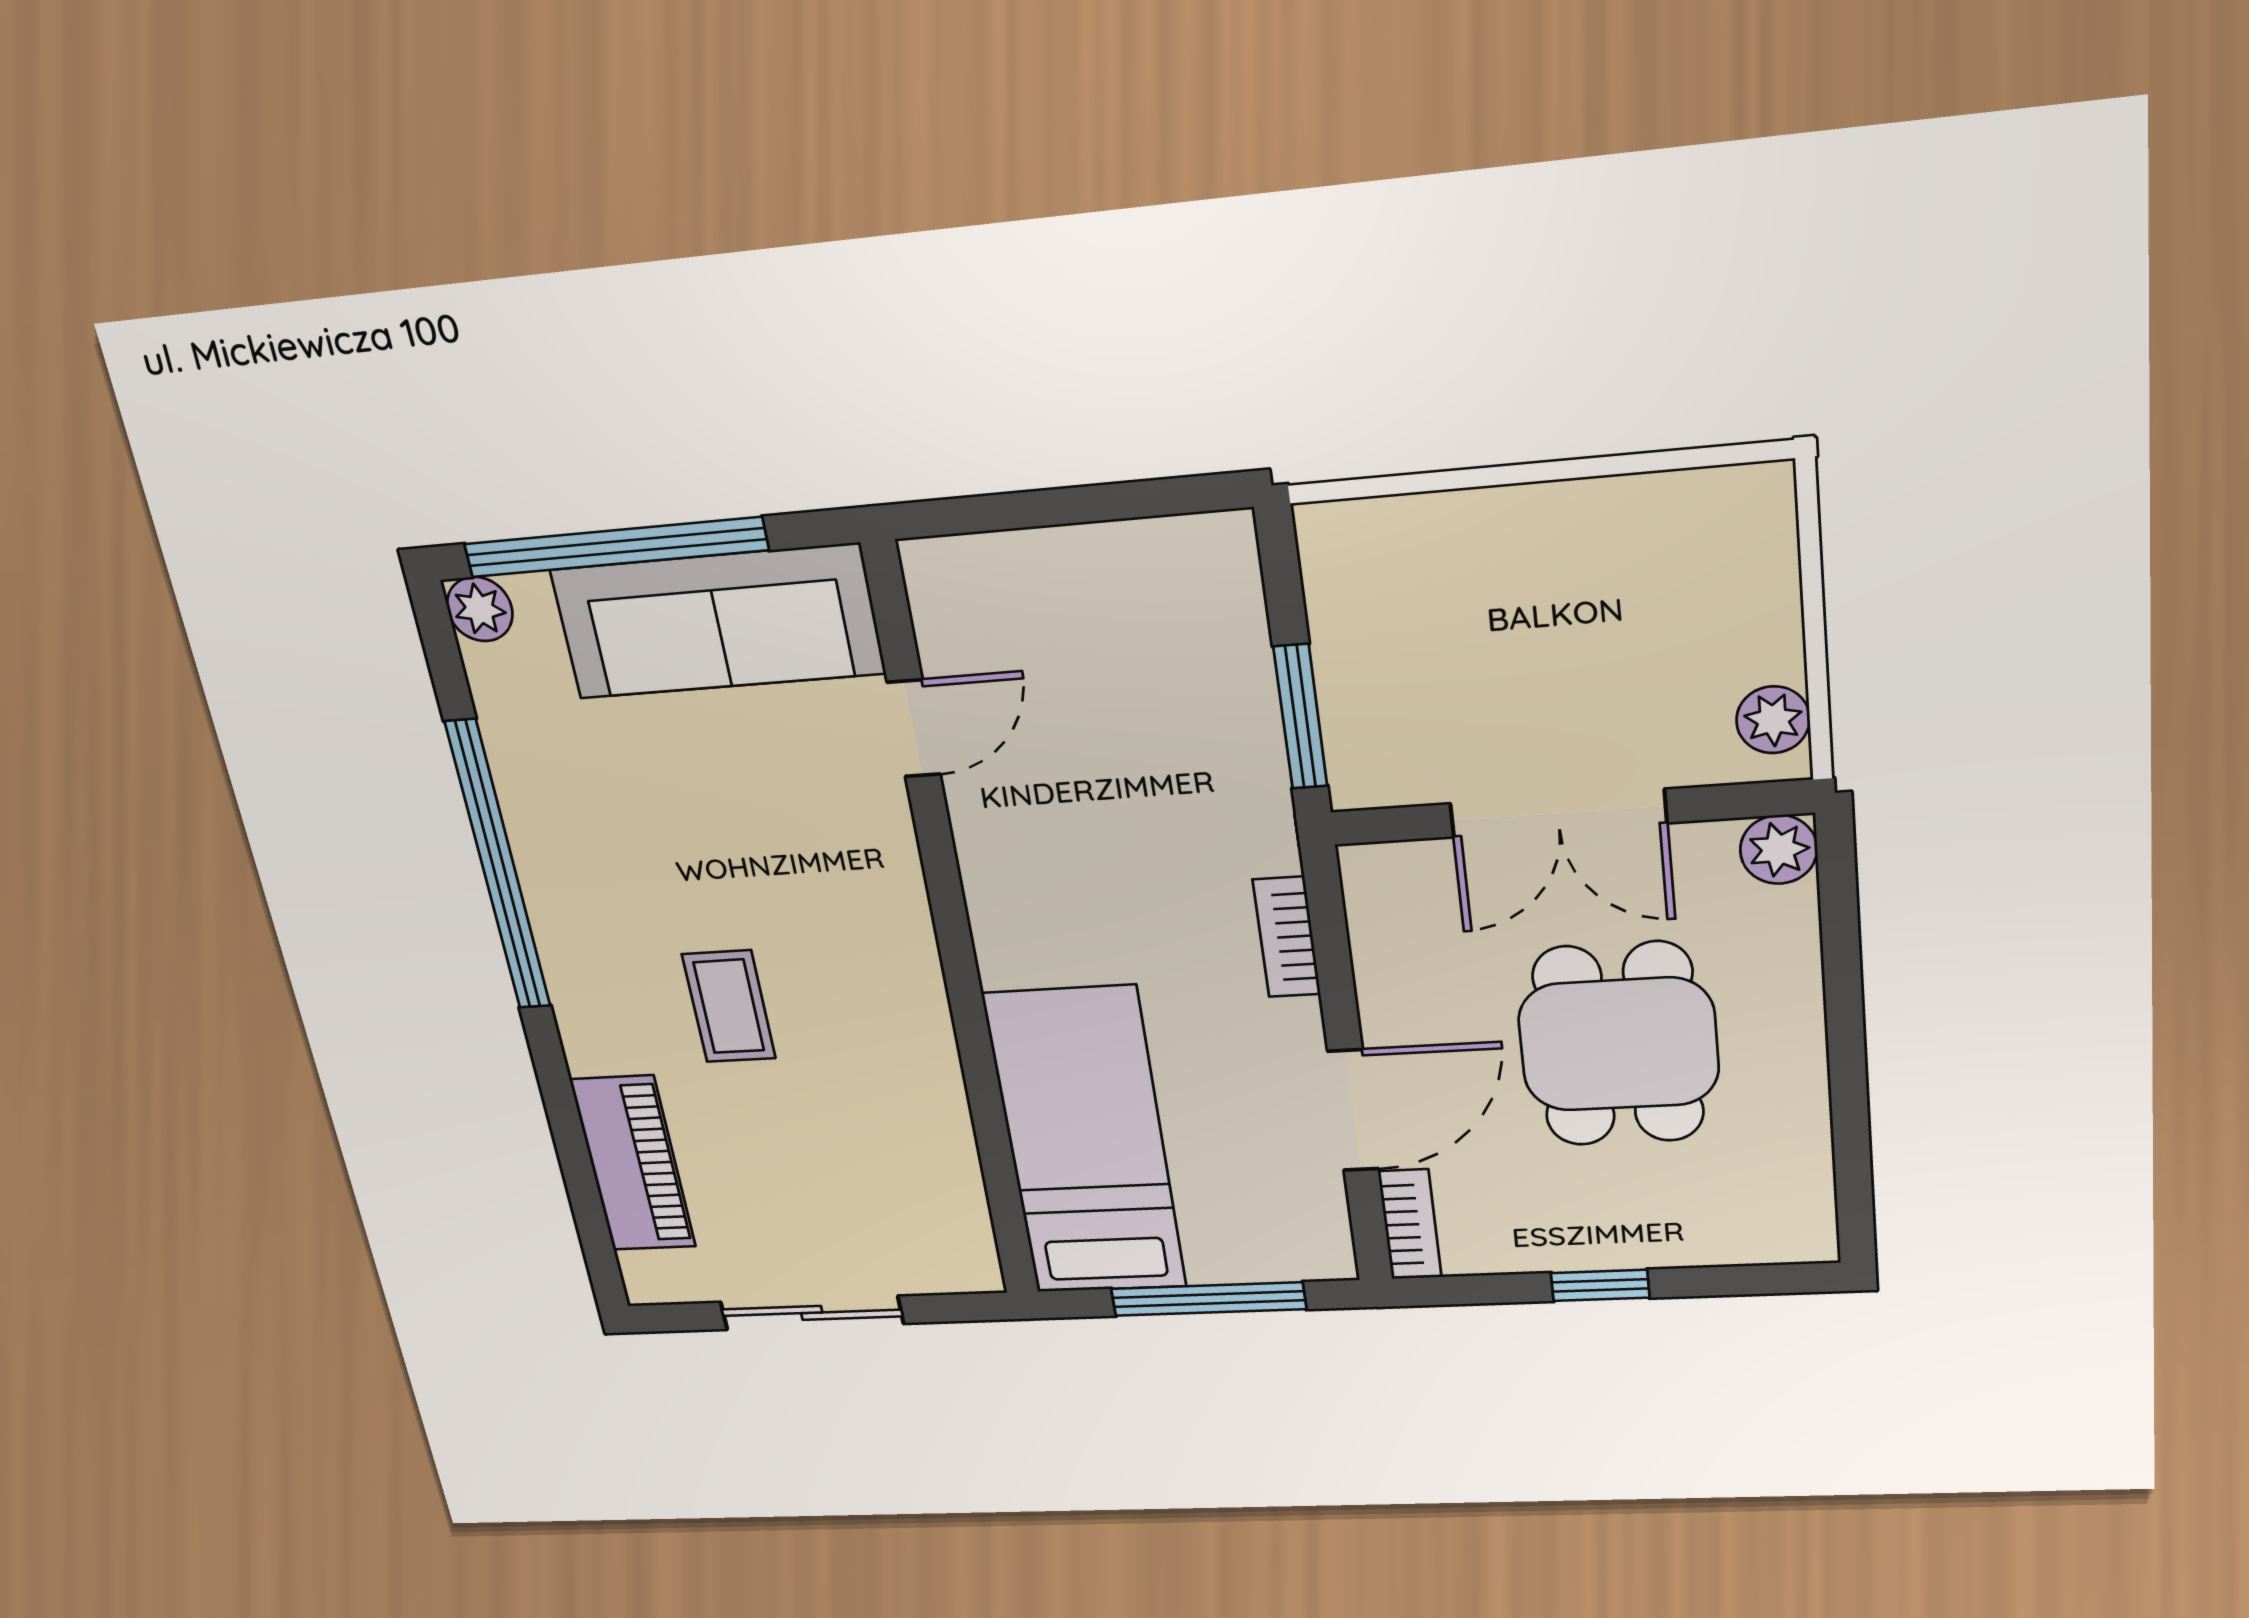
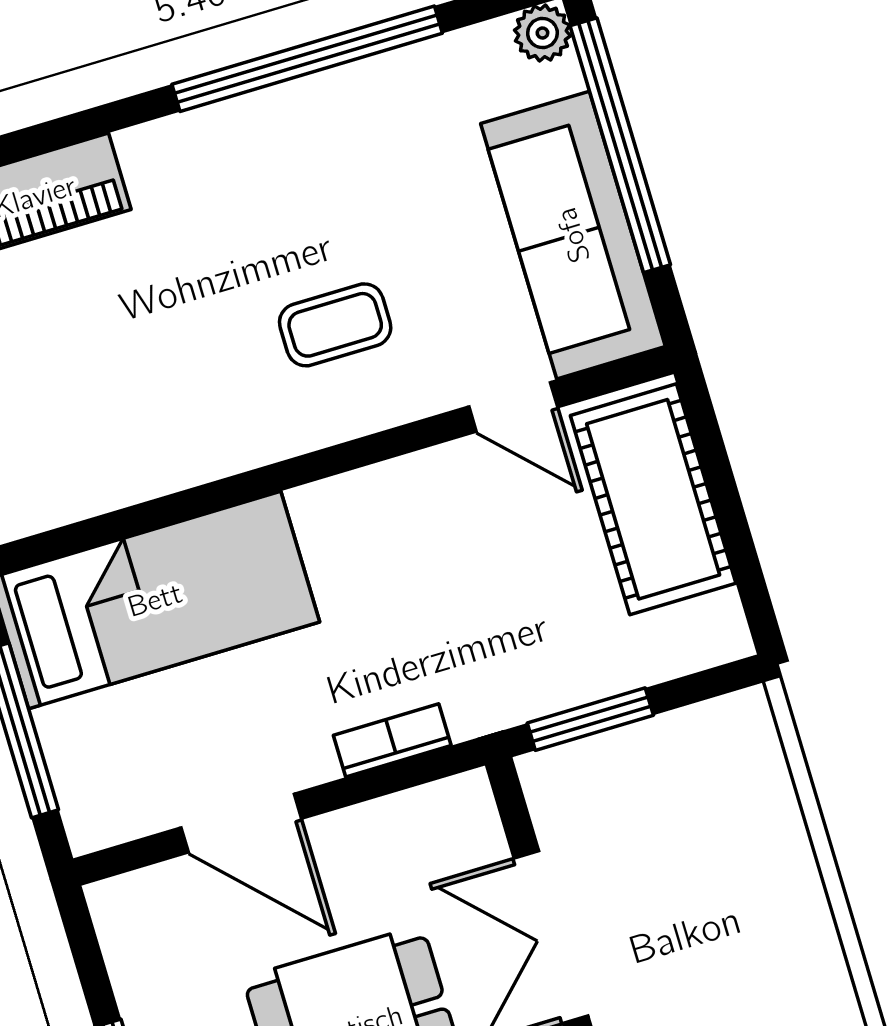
cot: (1044, 592) -> (653, 499), added
coffee table: (729, 1006) -> (335, 325), moved
bookcase: (1410, 1224) -> (140, 891), removed

